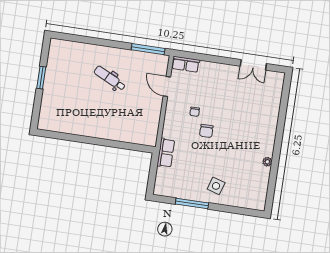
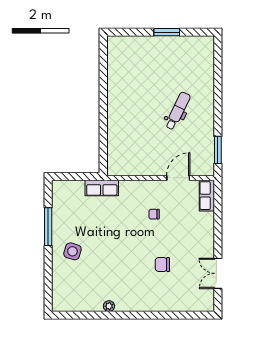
window: (148, 49) -> (218, 150), width x0.69
chair: (206, 131) -> (162, 265), moved

